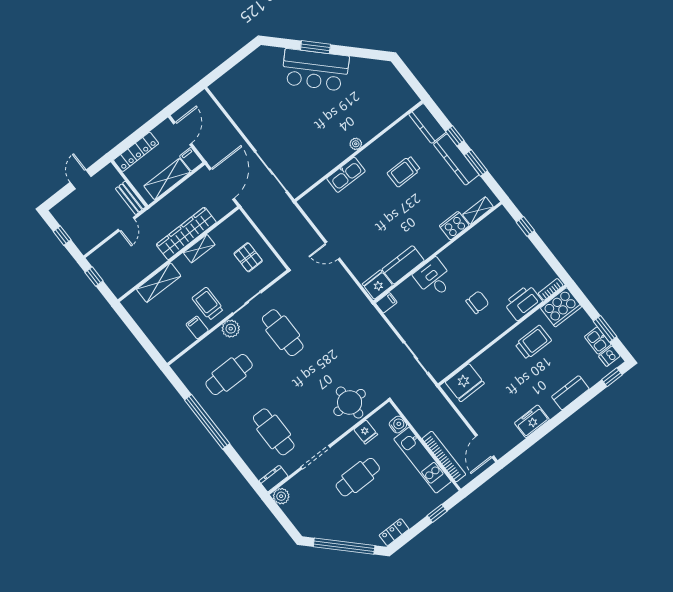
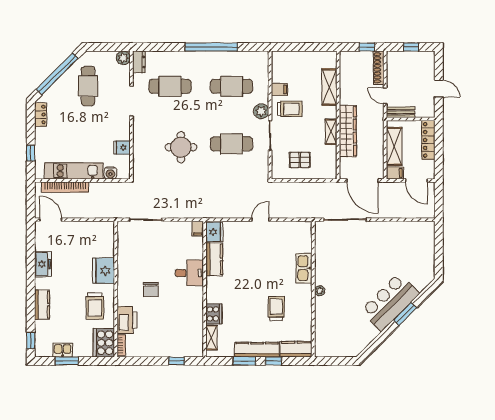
shoe rack: (105, 251) -> (379, 68), added
dishwasher: (609, 356) -> (46, 350), removed
cafe table: (229, 375) -> (231, 86), turned 90
fridge: (465, 383) -> (104, 271), moved
round table: (350, 402) -> (181, 147), moved
cafe table: (358, 477) -> (88, 86), moved

